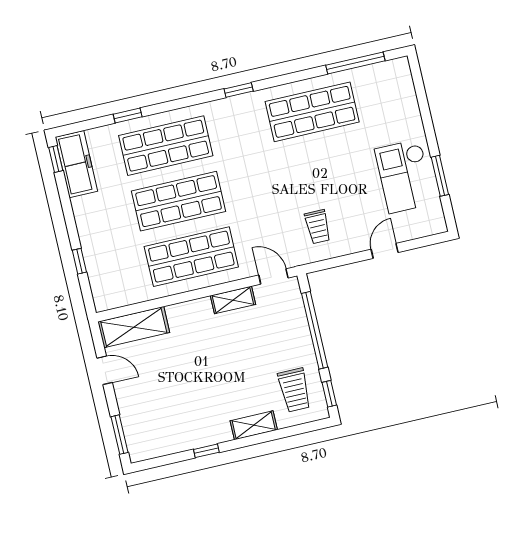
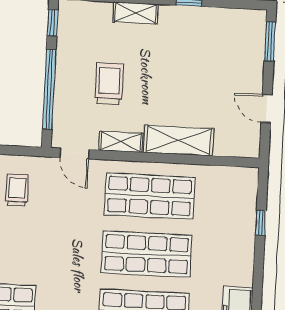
shelving: (134, 327) -> (179, 141), moved
trolley: (294, 390) -> (109, 84), moved

